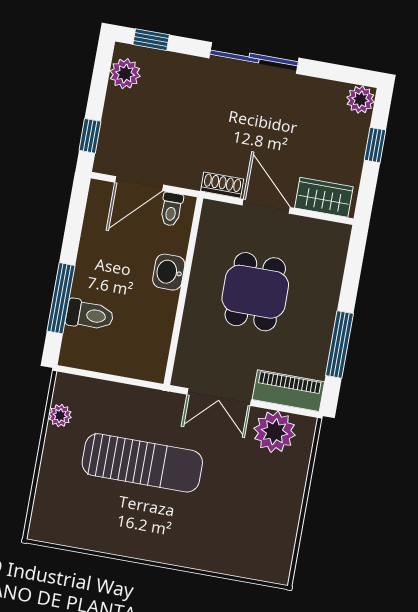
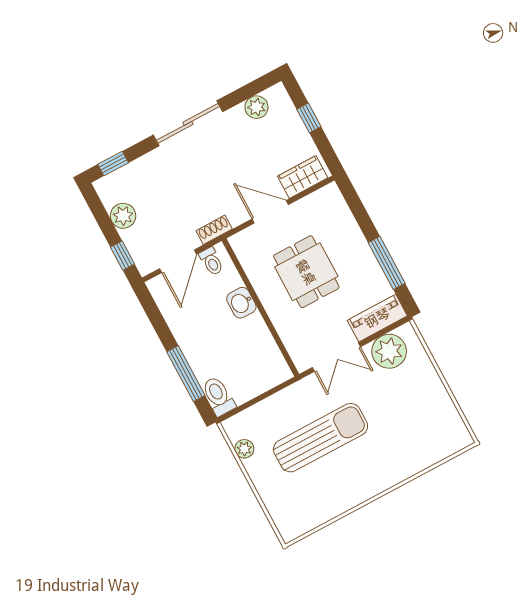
plant: (125, 74) -> (123, 216), moved
plant: (360, 100) -> (256, 107), moved
shoe rack: (222, 185) -> (214, 230), moved
toilet: (90, 315) -> (218, 396), moved, turned -90

